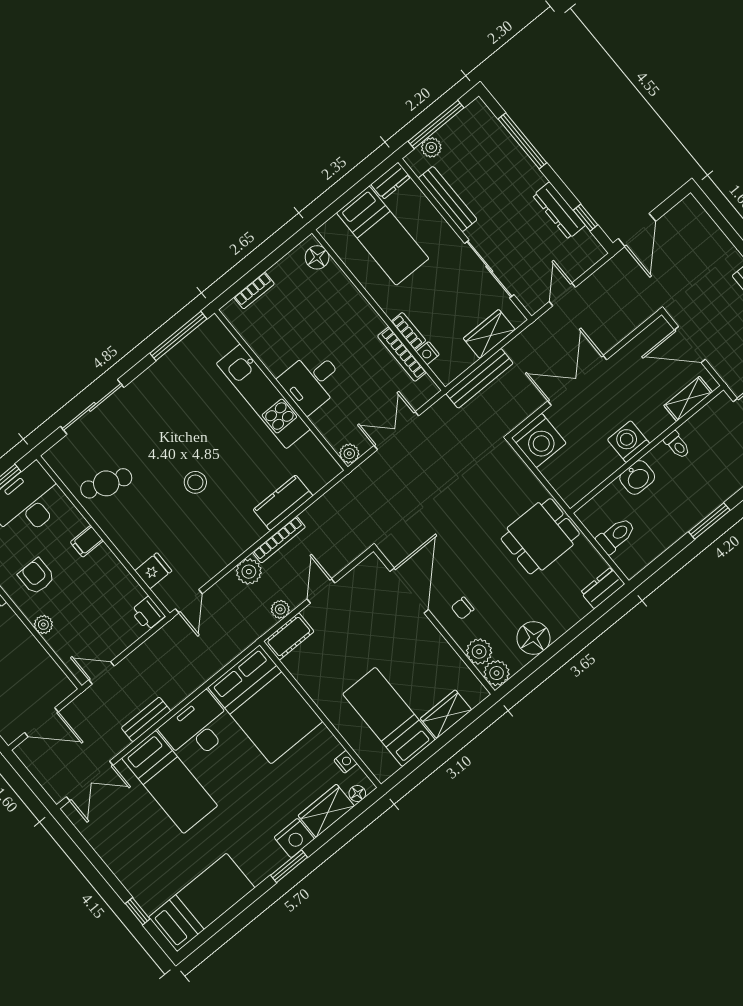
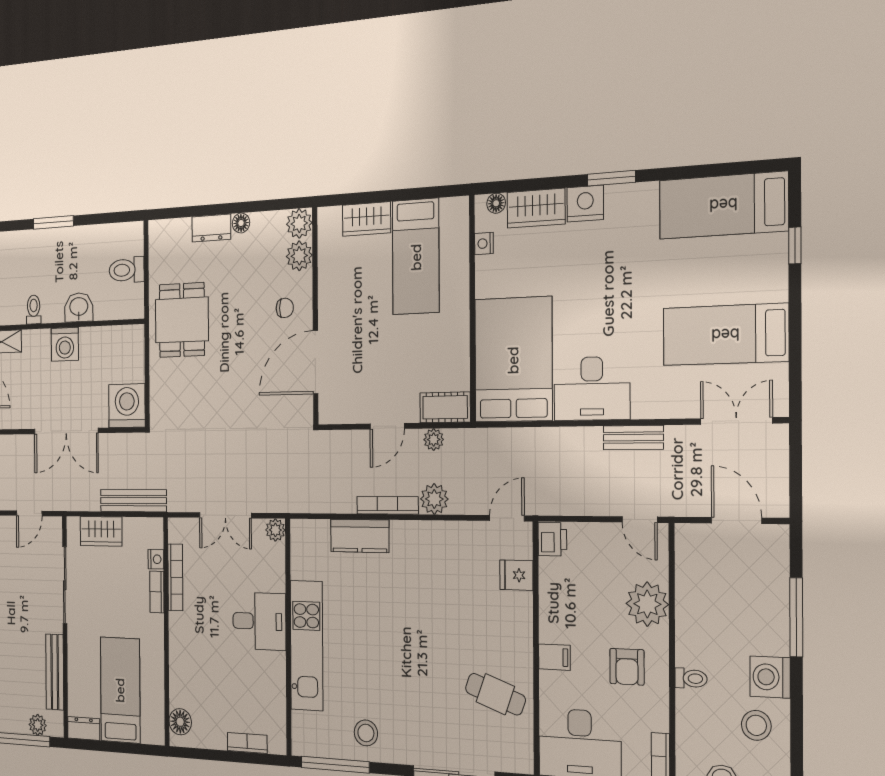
stool: (195, 482) -> (366, 733), moved
dining table: (540, 536) -> (182, 320), turned 90
dresser: (603, 588) -> (211, 228), moved
plant: (43, 625) -> (647, 604), width x1.88, depth x1.88
floor lamp: (533, 638) -> (241, 223), width x0.53, depth x0.53
bed: (170, 782) -> (725, 335), moved, turned -90

